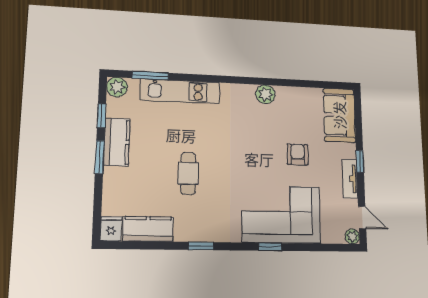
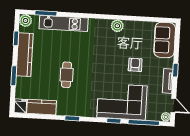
kitchen counter: (117, 142) -> (25, 55), width x1.50
window: (100, 157) -> (14, 76), moved
window: (319, 247) -> (144, 122), added

